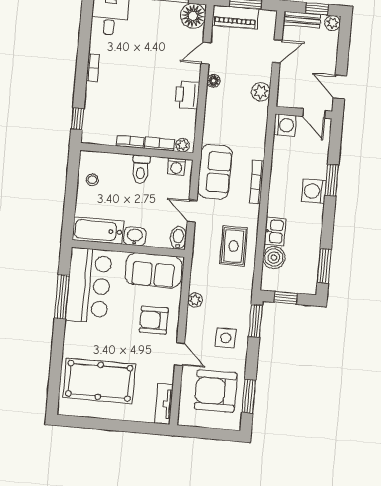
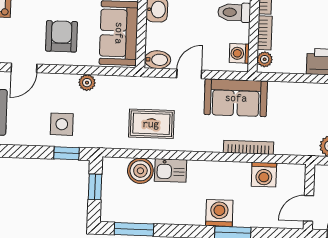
washing machine: (285, 125) -> (264, 175), moved
bookcase: (257, 182) -> (249, 147), moved
window: (255, 321) -> (67, 153), width x0.67
side table: (226, 338) -> (62, 124), moved

